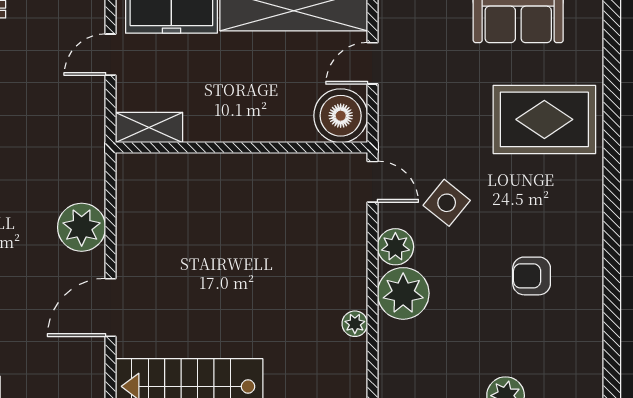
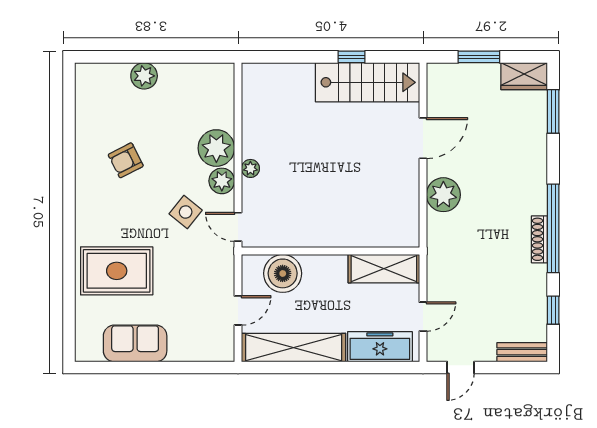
boiler: (341, 116) -> (283, 273), moved
shelving: (149, 127) -> (384, 269), width x1.50, depth x1.33
armchair: (532, 276) -> (126, 160), turned 153
plant: (355, 324) -> (250, 168), moved

